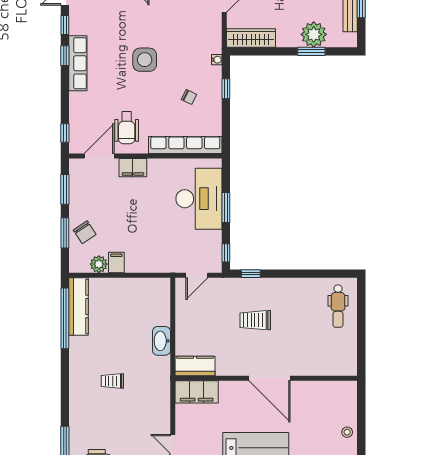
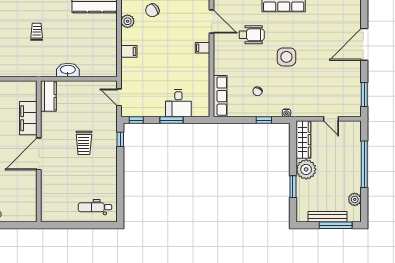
plant: (314, 34) -> (306, 169), moved
wheelchair: (127, 128) -> (252, 35), moved, turned 180
row of seats: (185, 145) -> (220, 96), width x0.73
filing cabinet: (133, 168) -> (203, 48), width x0.50
desk: (199, 199) -> (178, 103), width x0.53, depth x0.77
filing cabinet: (116, 262) -> (129, 51), moved
trolley: (255, 320) -> (84, 143), turned 180
filing cabinet: (197, 392) -> (28, 118), moved

